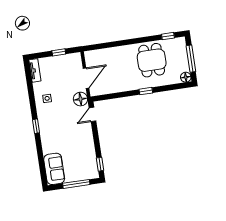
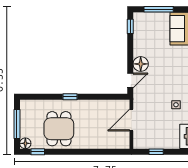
floor lamp: (186, 77) -> (25, 143), moved
floor lamp: (80, 99) -> (141, 64), moved

